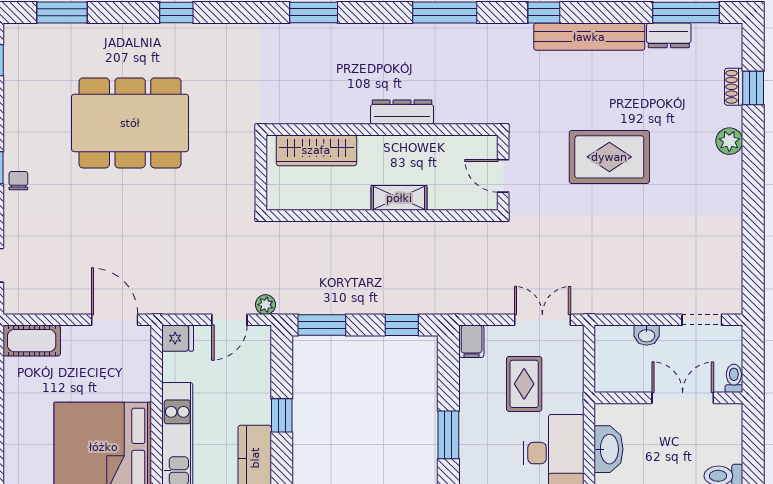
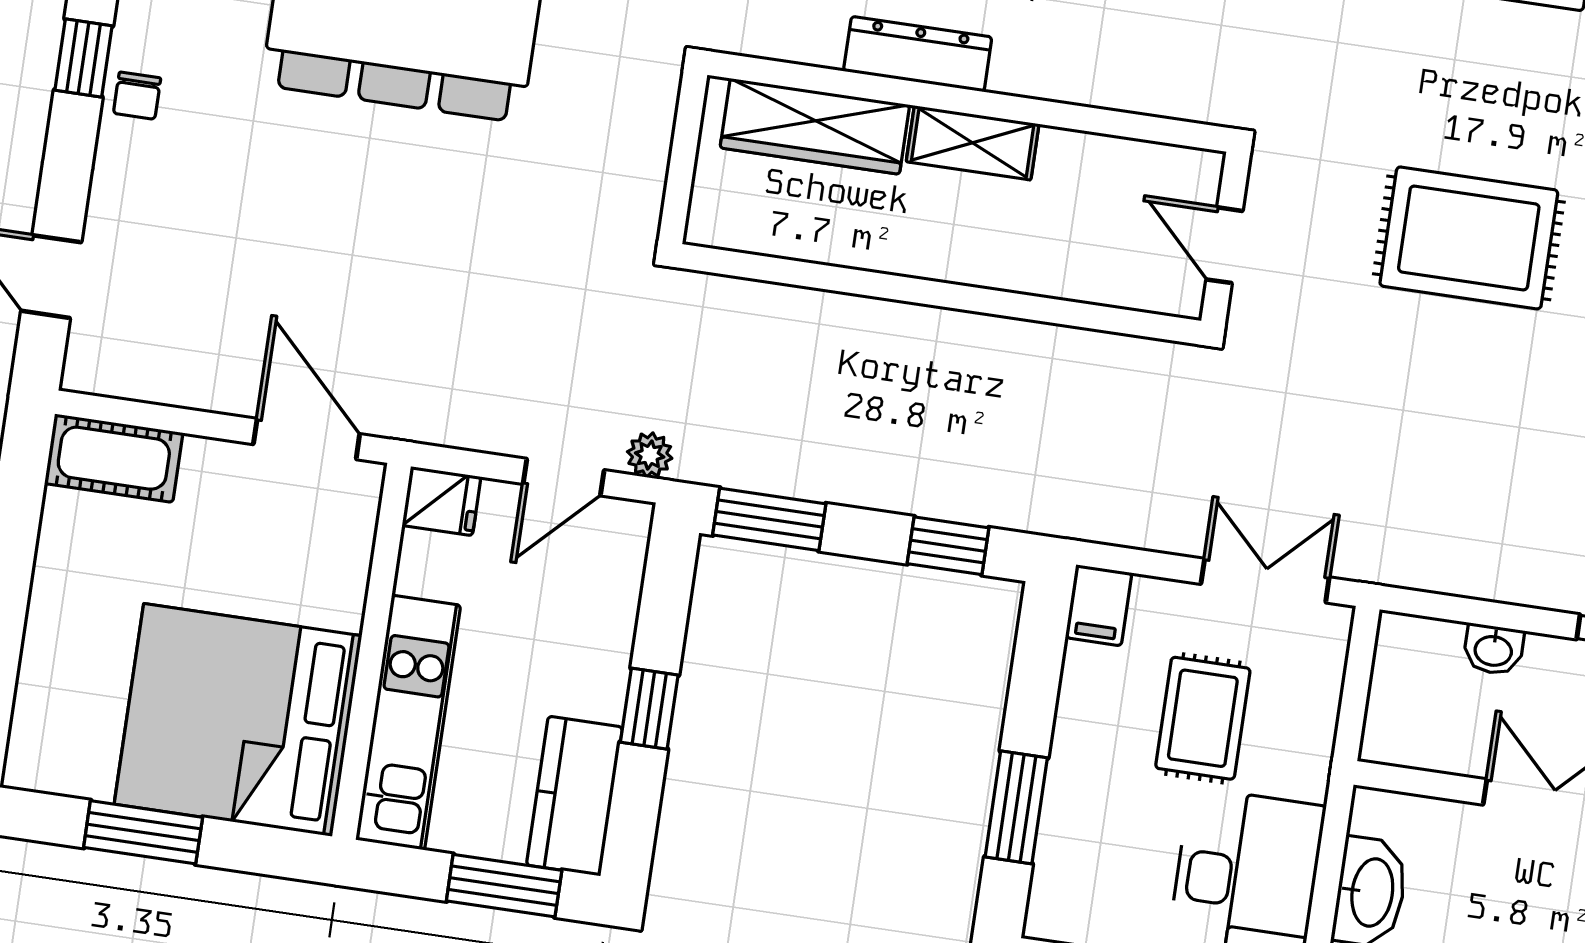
dresser: (402, 112) -> (918, 54), moved
chair: (18, 181) -> (137, 96), turned 180
shelving: (399, 198) -> (973, 143), moved

